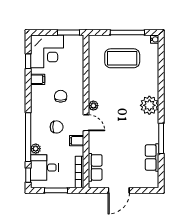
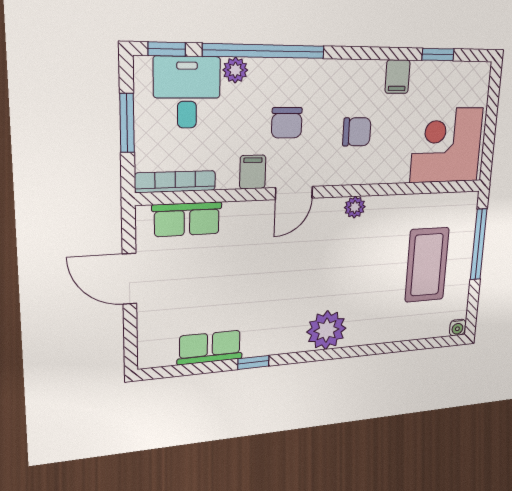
window: (68, 33) -> (488, 147), removed
window: (127, 33) -> (479, 244), moved
corner desk: (47, 51) -> (447, 145), moved, turned 90
plant: (93, 106) -> (355, 207), moved
window: (161, 138) -> (253, 362), width x0.46

